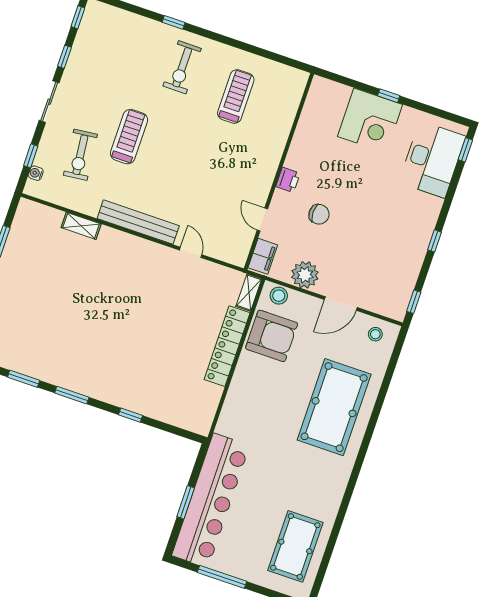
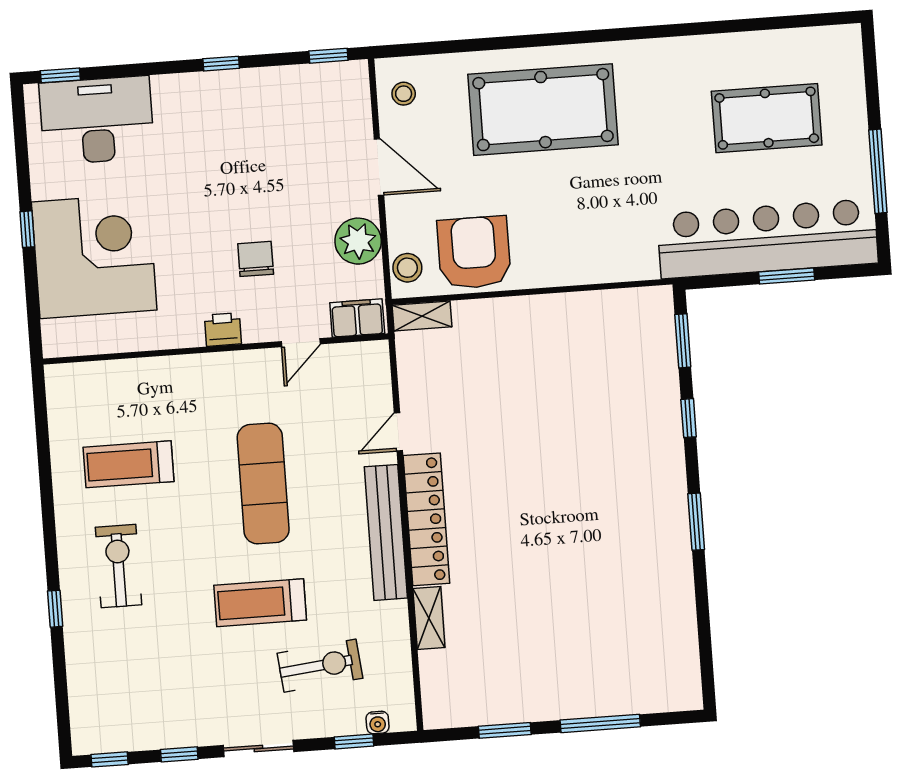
exercise bike: (182, 67) -> (119, 566), turned -90
corner desk: (370, 120) -> (94, 256), width x1.36, depth x1.36
exercise mat: (194, 166) -> (263, 483), added
locker: (227, 346) -> (426, 519), moved, turned -90
window: (24, 379) -> (683, 341), moved
pool table: (295, 546) -> (767, 118), moved

